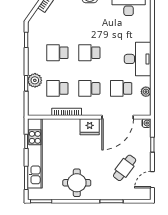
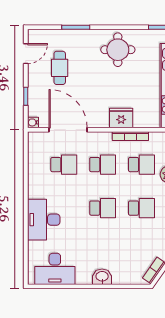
desk: (138, 59) -> (44, 220), moved
plant: (146, 92) -> (34, 161), removed
door: (118, 117) -> (68, 130), hinge flipped
fridge: (90, 127) -> (121, 118), moved
cafe table: (125, 168) -> (60, 68), turned -37

